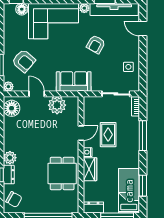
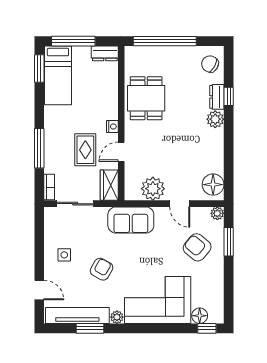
side table: (128, 67) -> (64, 255), moved
wardrobe: (90, 169) -> (109, 185), moved
window: (143, 186) -> (39, 68), moved

